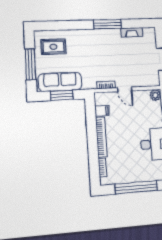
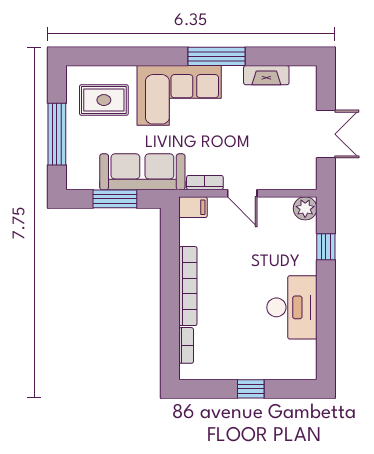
corner sofa: (91, 43) -> (179, 95), added
sofa: (60, 82) -> (142, 172), moved
filing cabinet: (102, 111) -> (193, 207), moved
window: (136, 187) -> (251, 389), width x0.32

